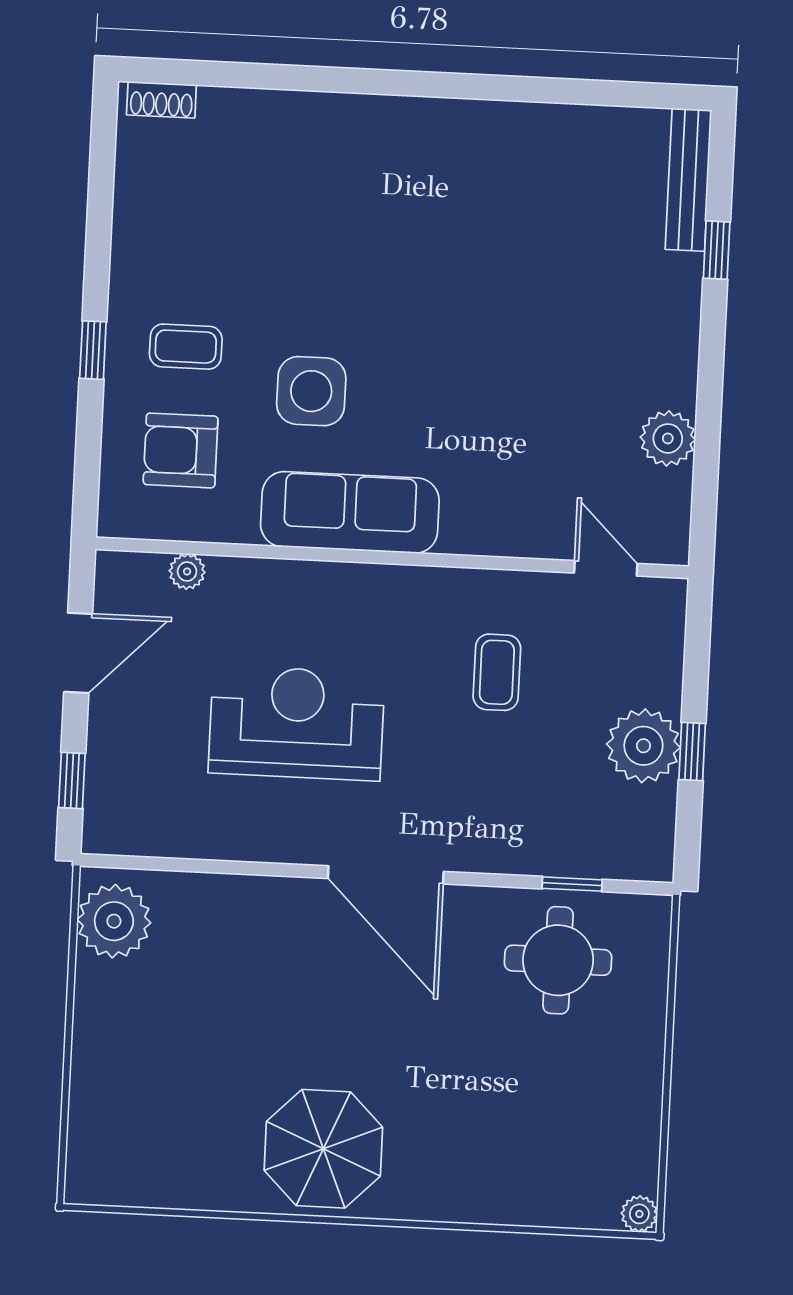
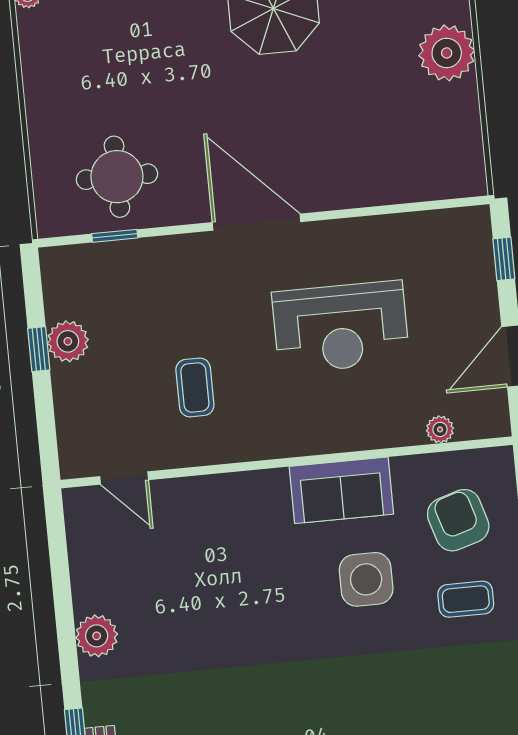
plant: (668, 438) -> (97, 636), moved
armchair: (181, 450) -> (458, 520), turned -107
sofa: (350, 512) -> (341, 490), width x0.73
plant: (643, 746) -> (68, 341), width x0.73, depth x0.73
plant: (114, 921) -> (447, 53), moved

